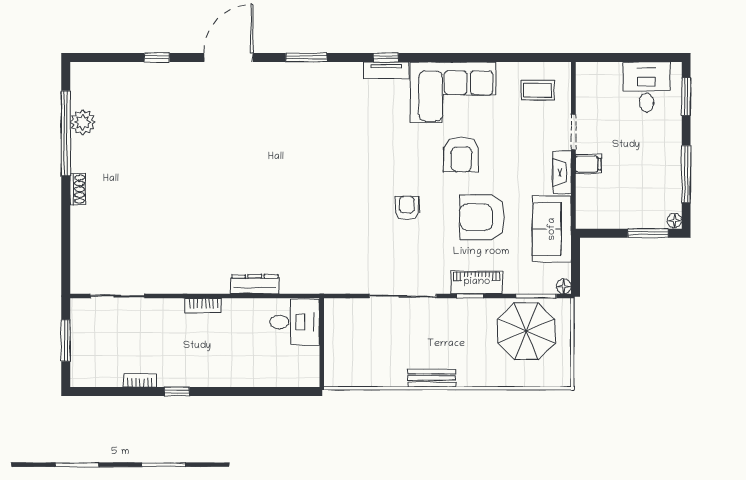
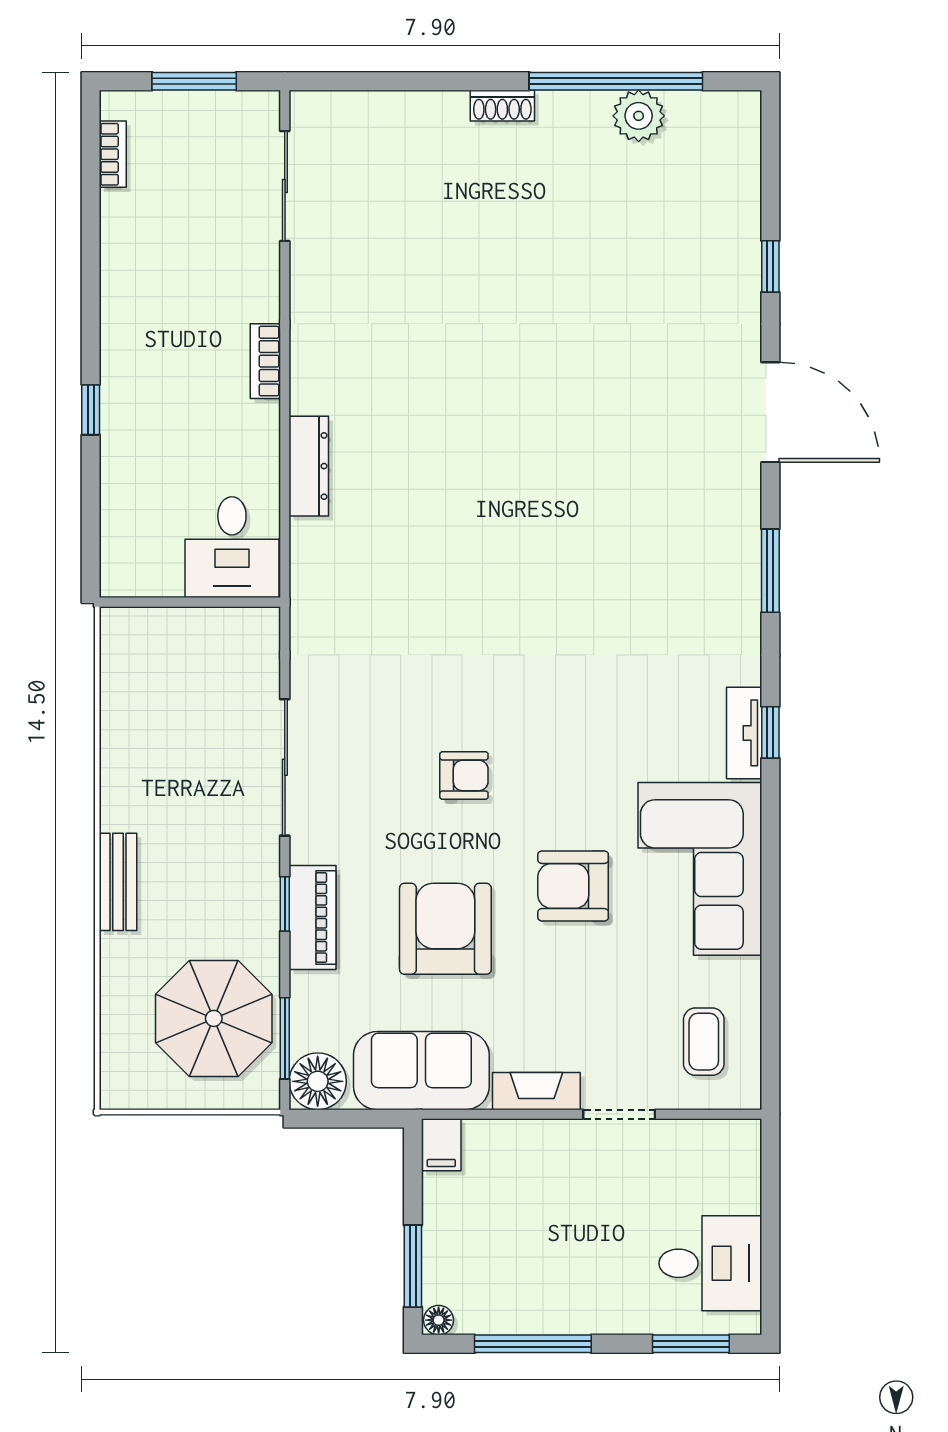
filing cabinet: (588, 164) -> (441, 1145), moved
floor lamp: (564, 286) -> (318, 1081), width x1.89, depth x1.89
bench: (431, 378) -> (118, 882), moved
bookcase: (140, 381) -> (113, 154), moved
window: (177, 392) -> (91, 410), moved

